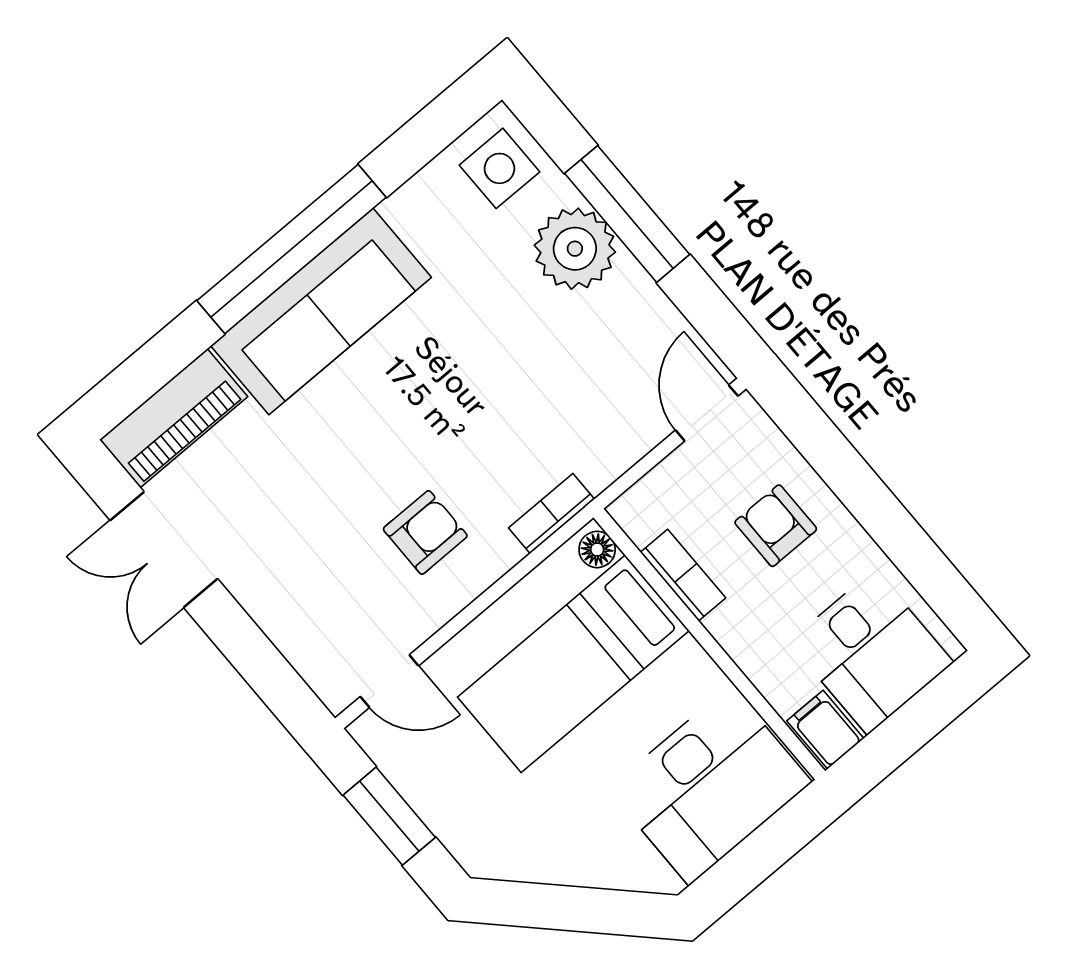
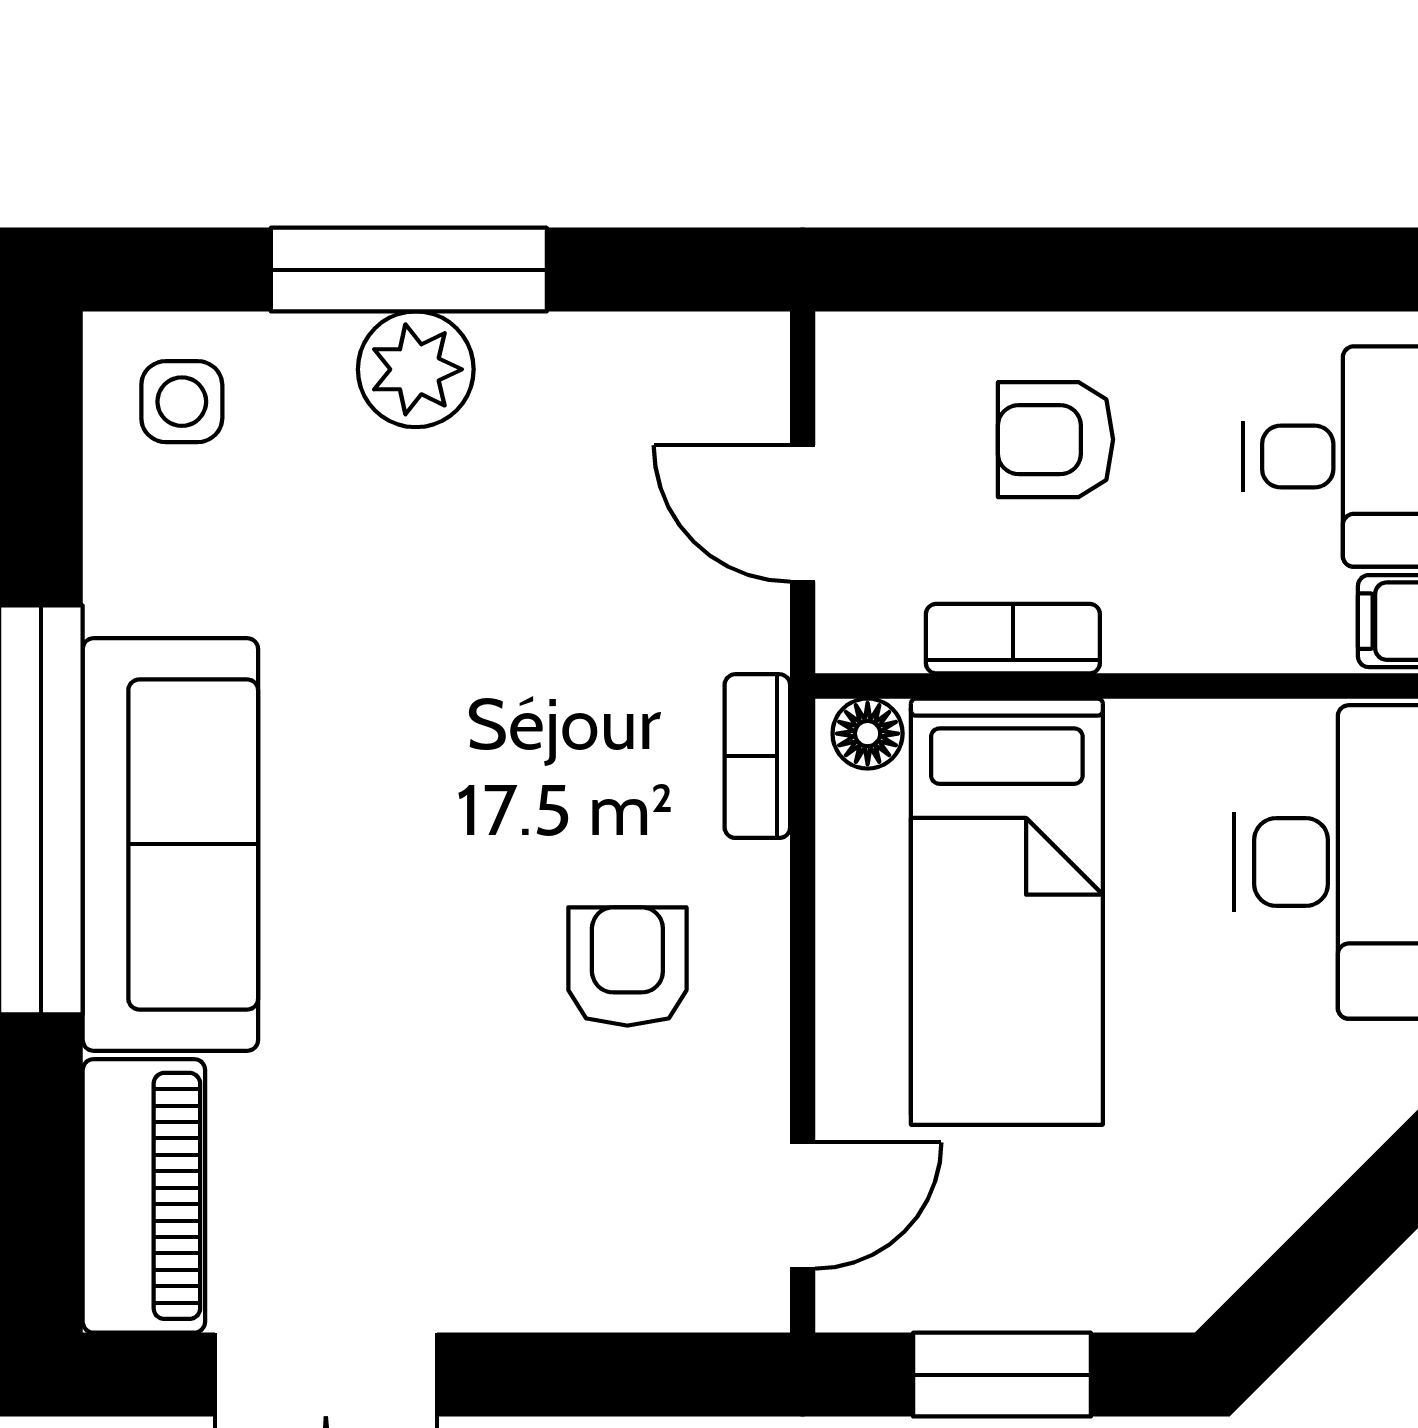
side table: (499, 168) -> (182, 402), width x0.73, depth x0.73
plant: (575, 249) -> (416, 369), width x0.73, depth x0.73
door: (707, 413) -> (803, 513), moved

